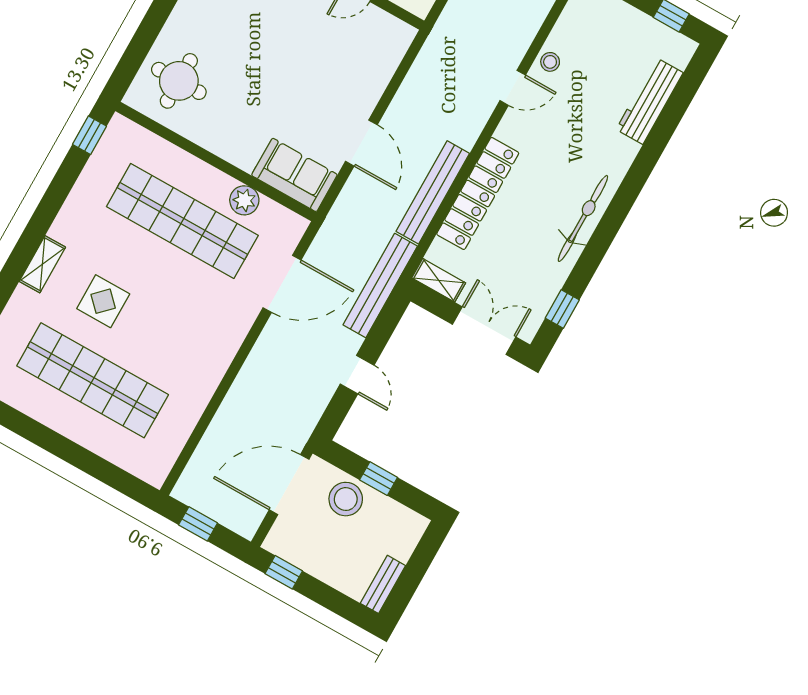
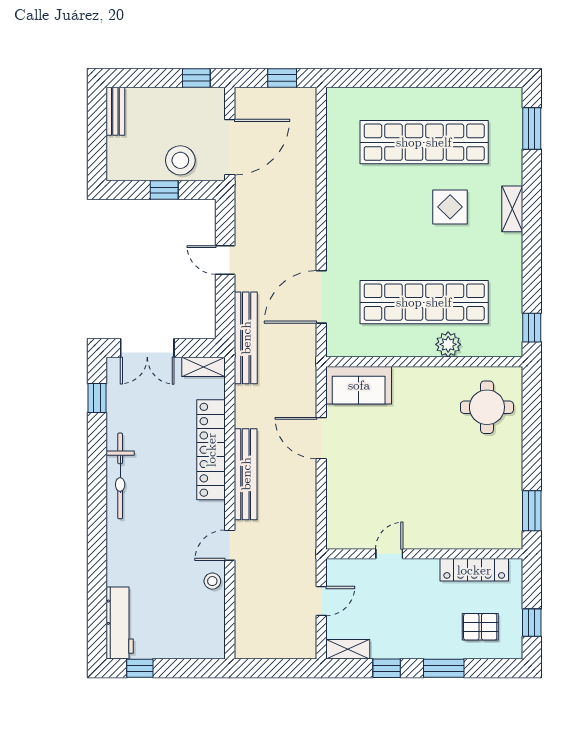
workbench: (650, 101) -> (120, 623), moved
bench: (433, 192) -> (246, 474), moved
plant: (244, 200) -> (448, 344), moved

